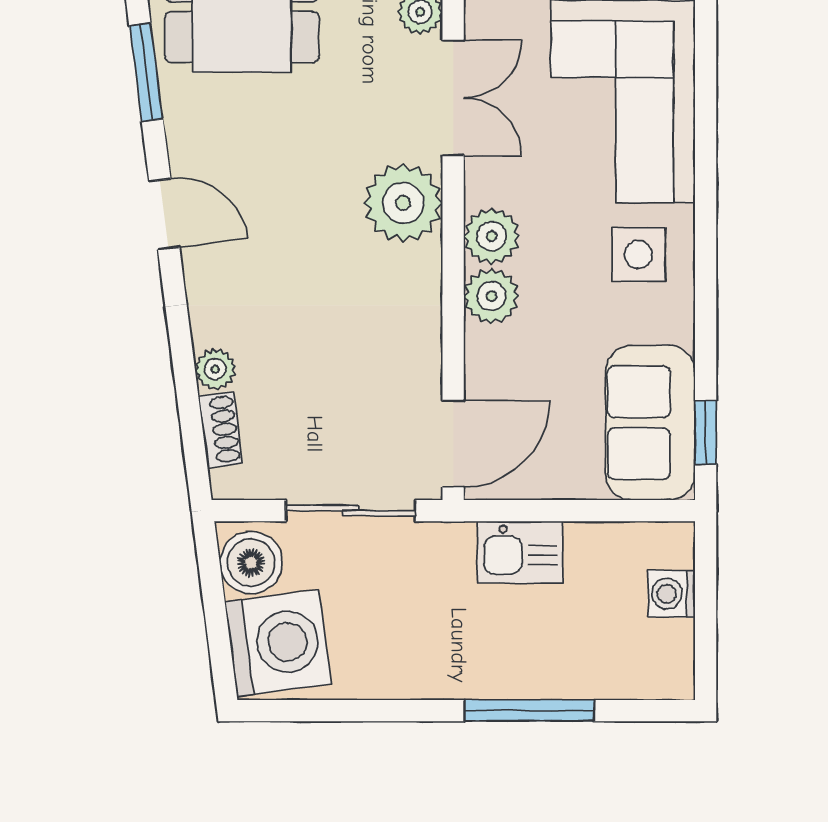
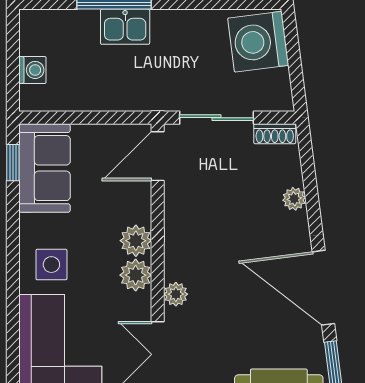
plant: (403, 203) -> (176, 294), width x0.53, depth x0.53
door: (164, 214) -> (323, 288), width x1.87
shoe rack: (220, 430) -> (275, 134), moved, turned -83
kitchen sink: (520, 552) -> (125, 27), moved, turned 180
boiler: (251, 563) -> (274, 88), removed

